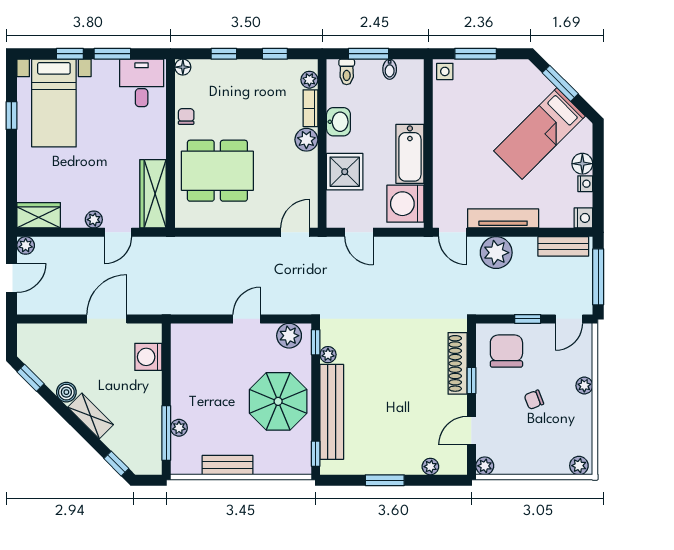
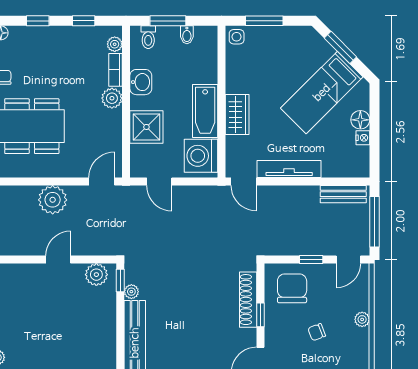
wardrobe: (445, 158) -> (237, 114), added
nightstand: (583, 218) -> (361, 169), removed
plant: (496, 253) -> (53, 200), moved
parasol: (278, 401) -> (86, 334), removed

